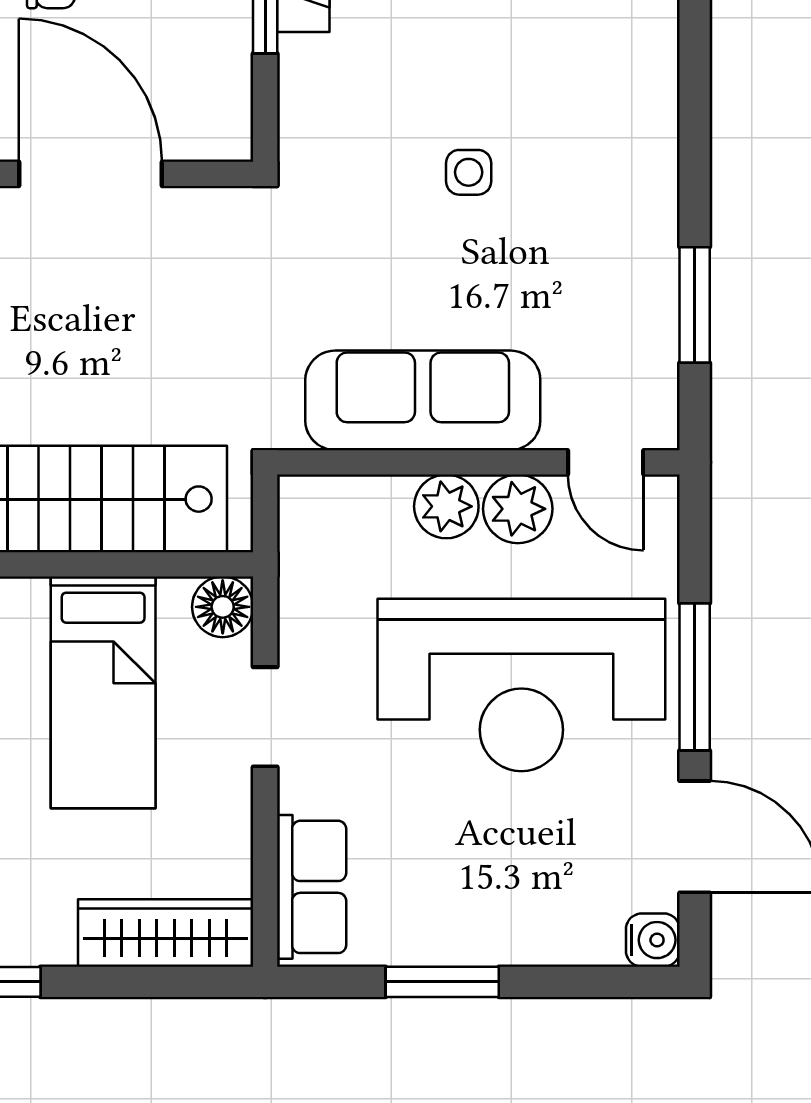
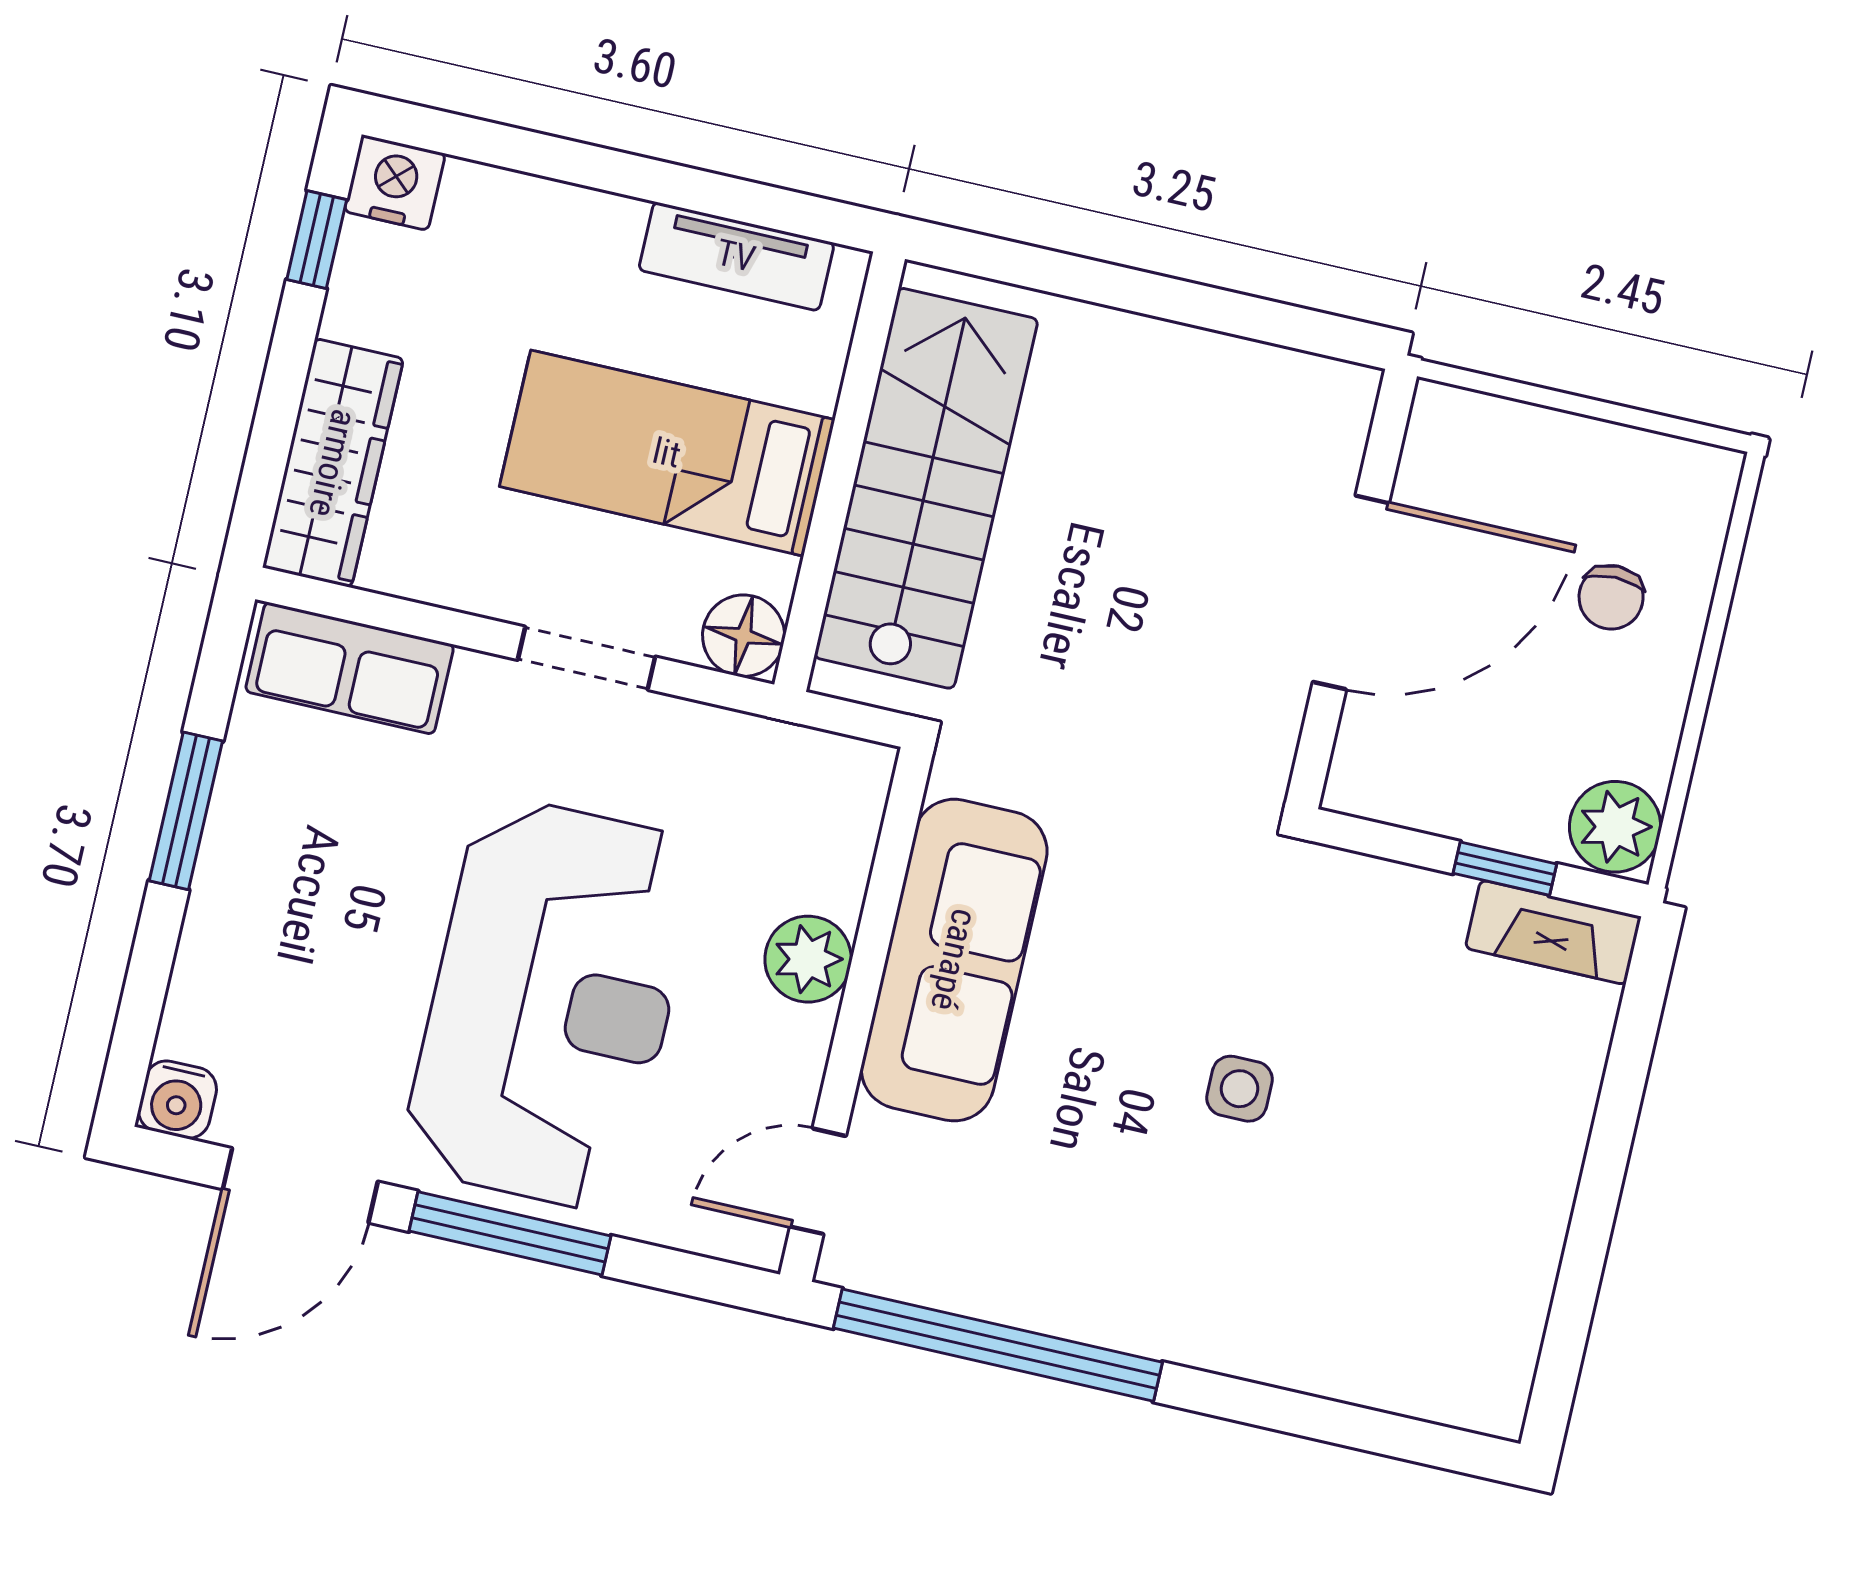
window: (695, 305) -> (998, 1345), width x2.11
plant: (518, 509) -> (783, 1052), removed
reception desk: (521, 685) -> (551, 1004), turned 180

